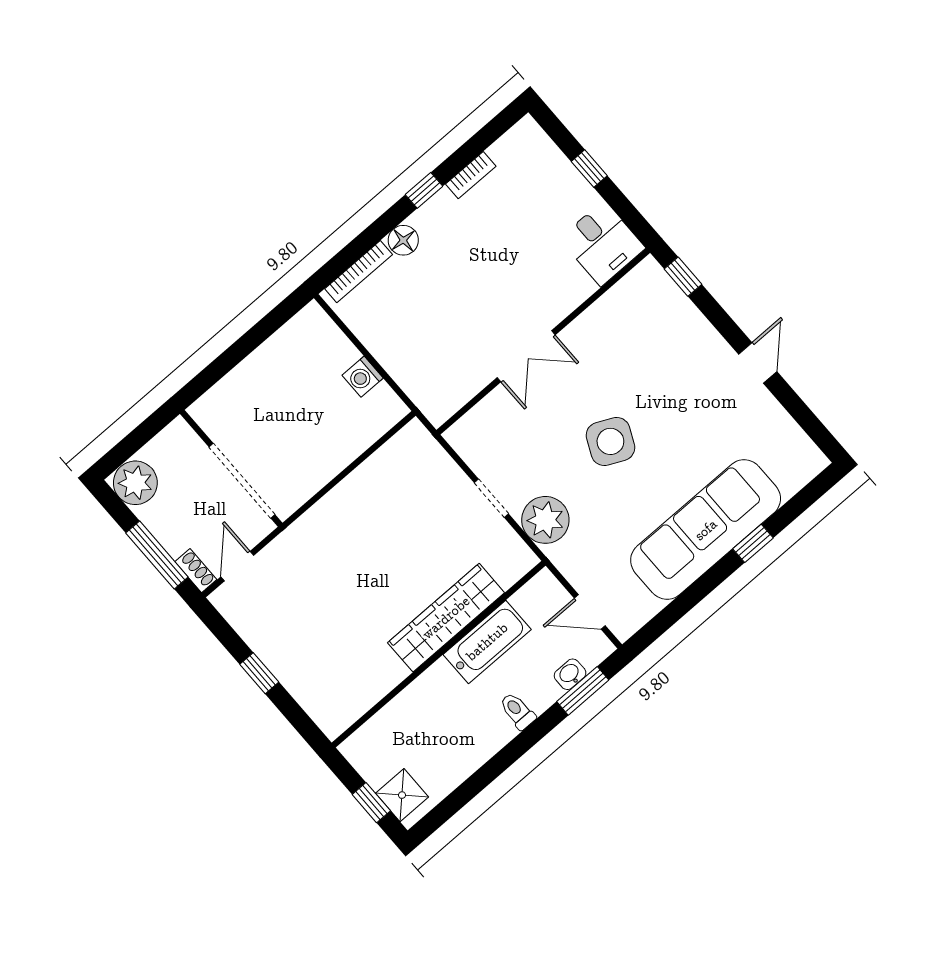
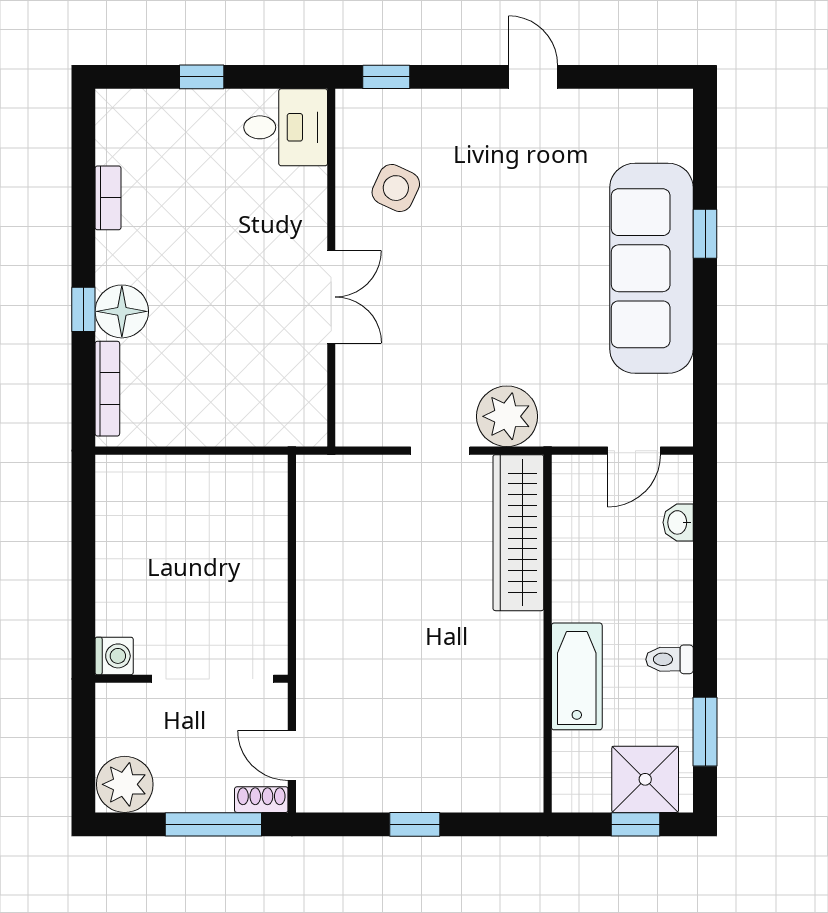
window: (424, 190) -> (83, 309), moved
floor lamp: (403, 240) -> (122, 311), width x1.38, depth x1.38
washing machine: (363, 377) -> (114, 656), moved, turned -90
side table: (610, 441) -> (396, 188), moved, width x0.73, depth x0.73
wardrobe: (446, 618) -> (518, 533), moved
bathtub: (487, 642) -> (577, 676), moved
window: (583, 691) -> (705, 732), moved
toilet: (517, 711) -> (670, 659), moved
shower: (402, 795) -> (645, 779), width x1.36, depth x1.36

